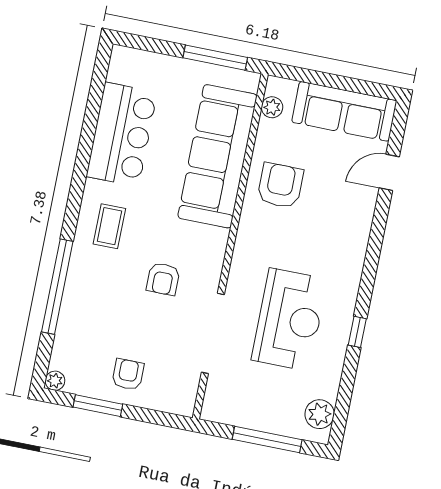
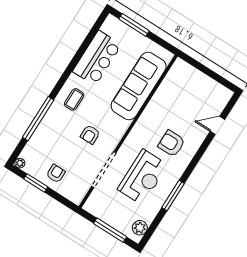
window: (215, 58) -> (134, 25), moved
plant: (272, 107) -> (174, 73), removed
sofa: (344, 111) -> (207, 88), removed
armchair: (280, 185) -> (171, 143), moved, turned -90
window: (357, 332) -> (173, 195), width x2.17

